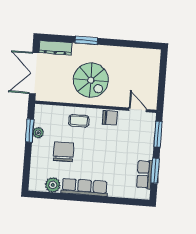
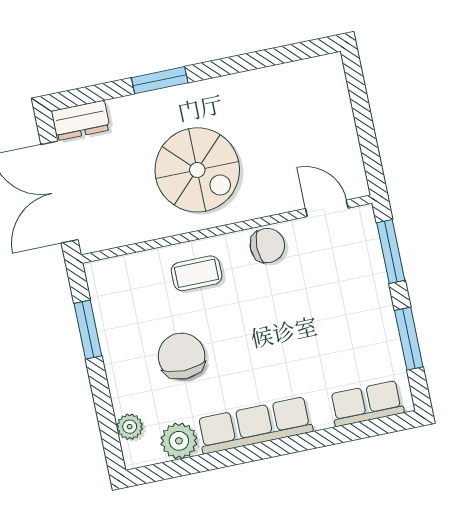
dresser: (55, 48) -> (81, 120), width x0.70
plant: (38, 133) -> (130, 427), moved
row of seats: (145, 174) -> (367, 403), moved, turned 90

